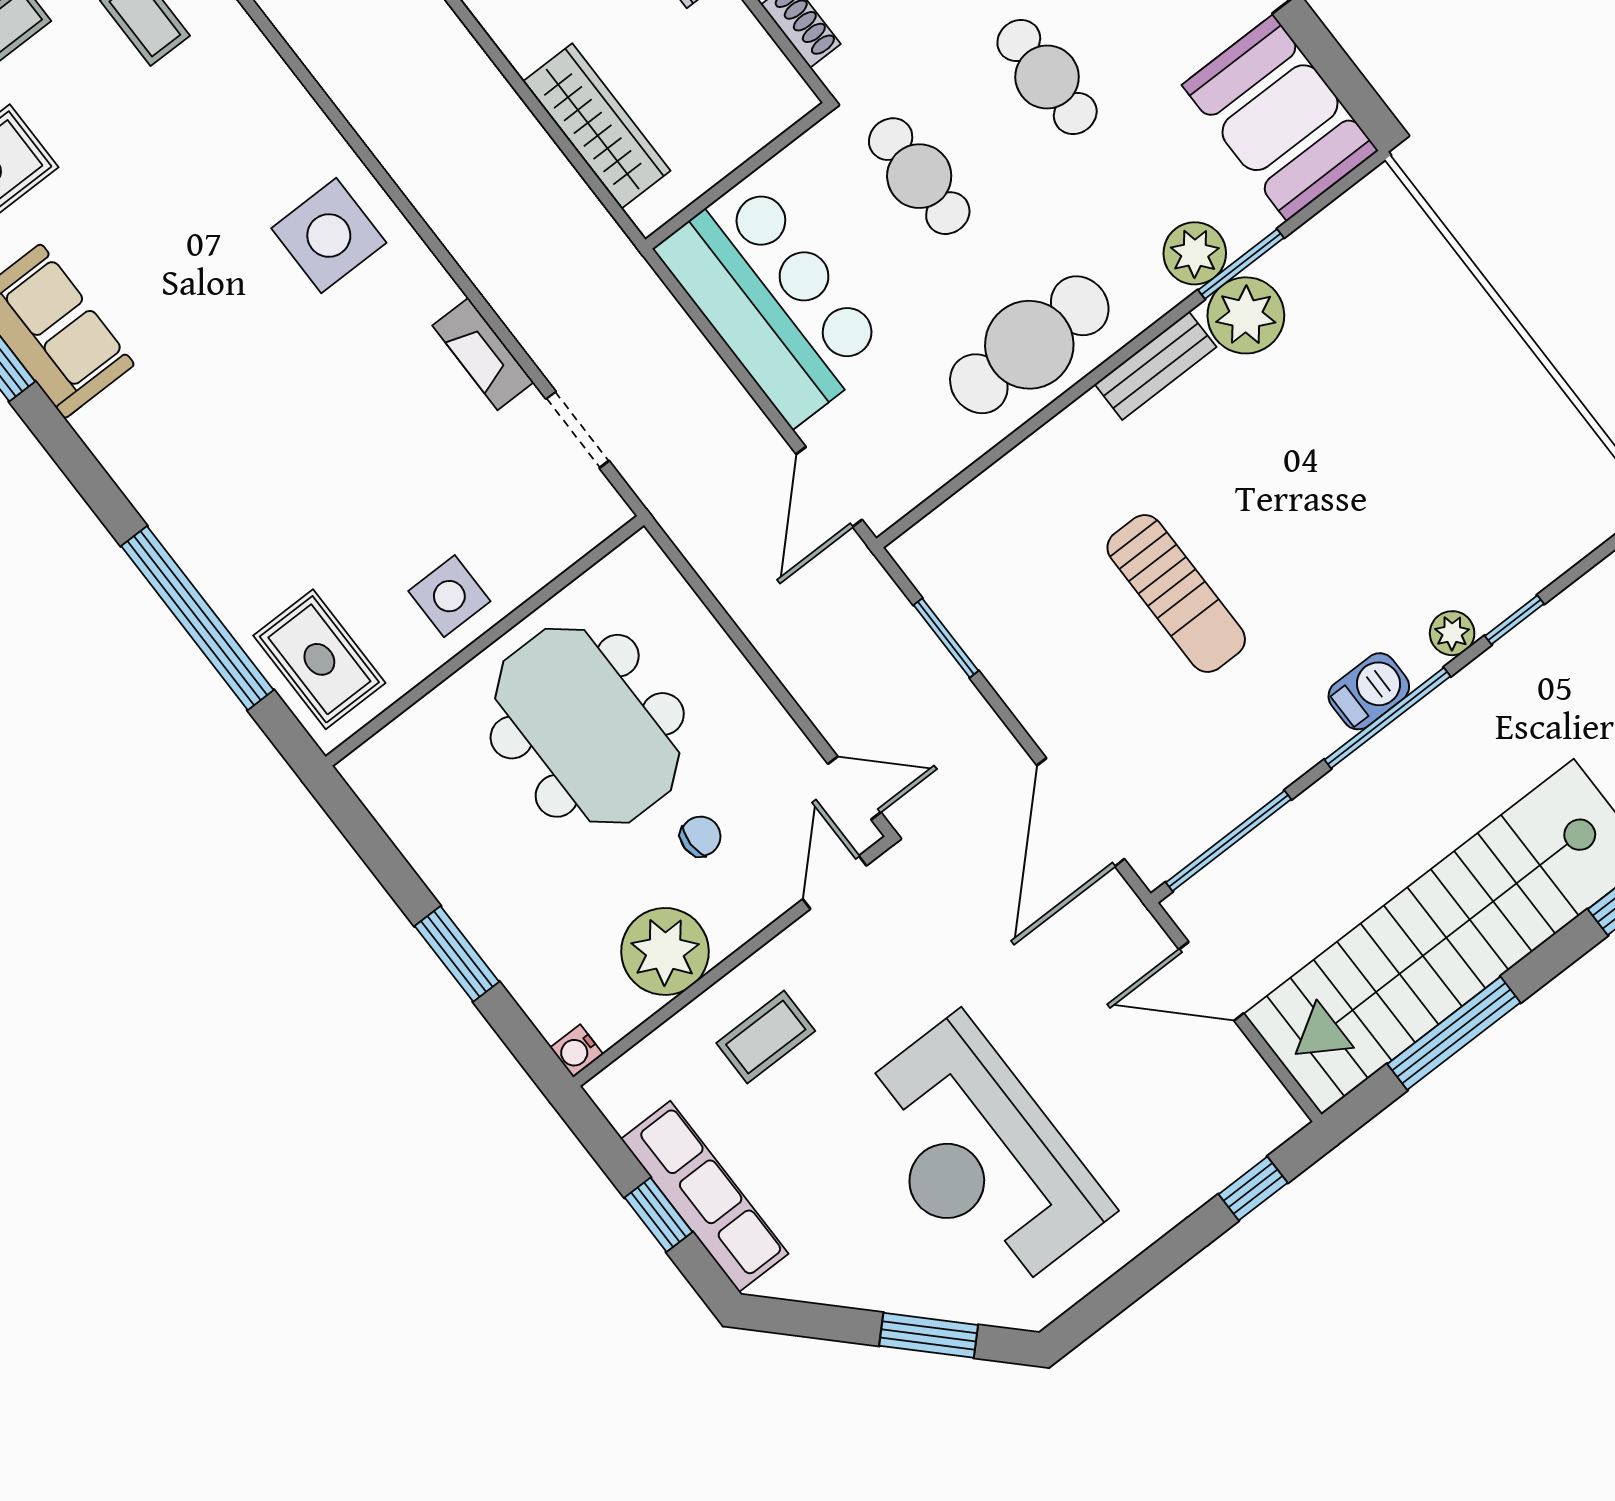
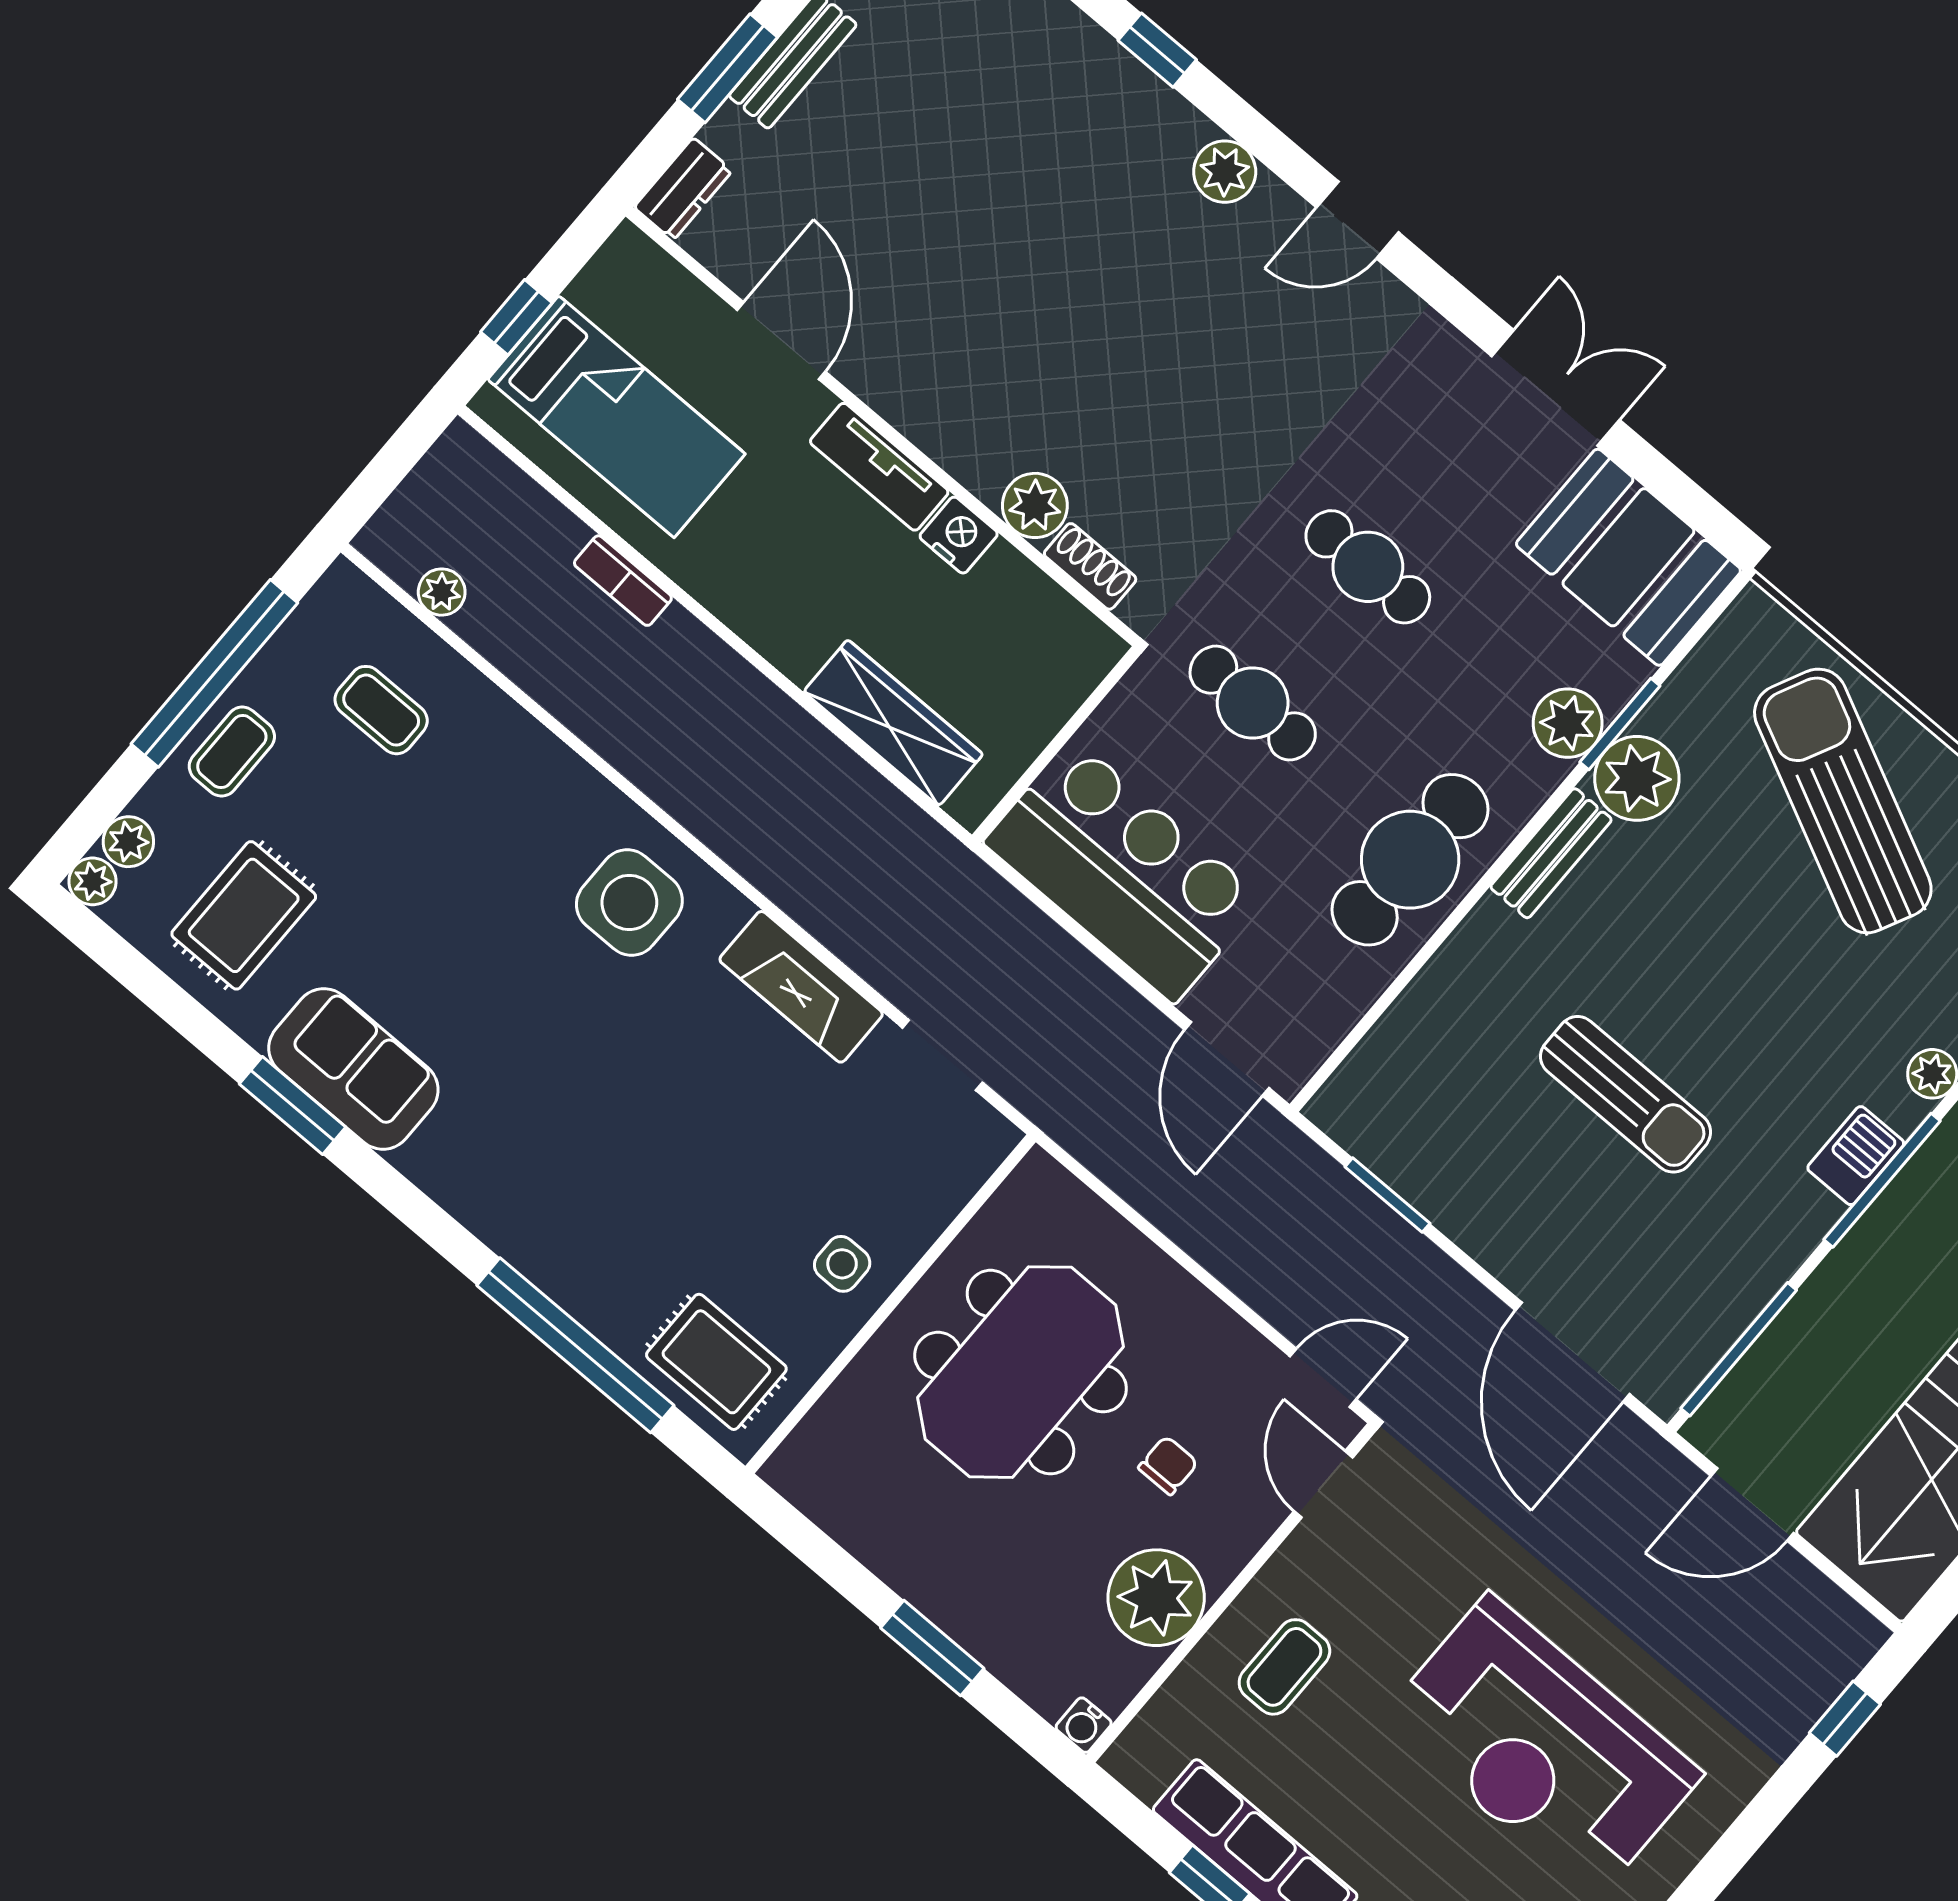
fireplace: (483, 354) -> (801, 987), width x1.37, depth x1.32
sun lounger: (1424, 374) -> (1843, 801), added
side table: (449, 596) -> (842, 1264), width x0.73, depth x0.73
meeting table: (587, 726) -> (1020, 1372), turned 90

